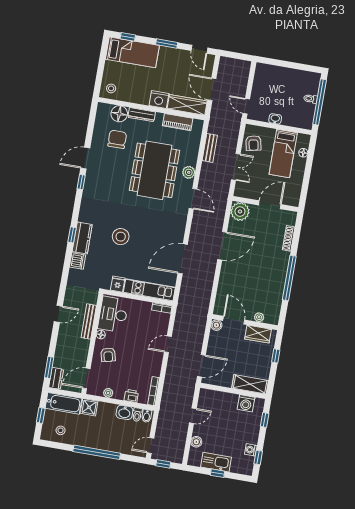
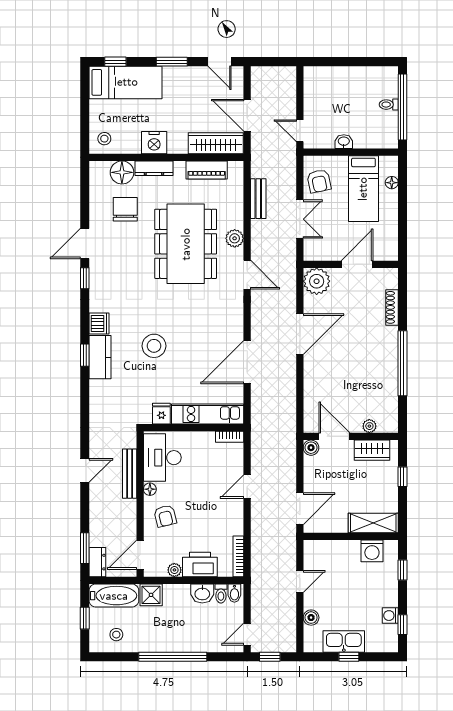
nightstand: (159, 99) -> (154, 143), moved
dishwasher: (78, 261) -> (99, 324), moved
printer: (131, 396) -> (200, 564), width x1.87, depth x1.48

